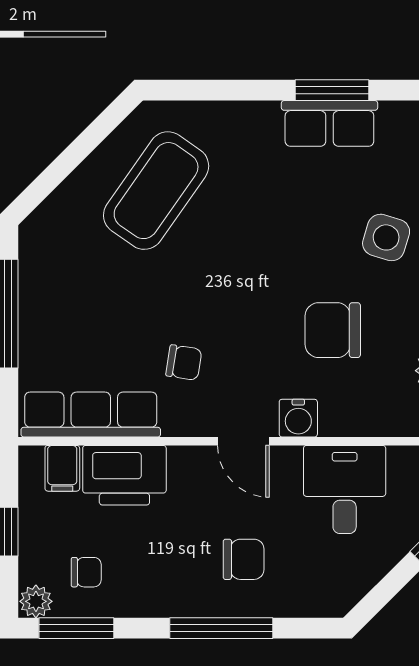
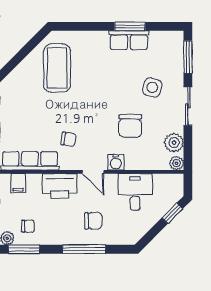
coffee table: (156, 191) -> (57, 68), turned -35
chair: (333, 330) -> (130, 126), turned -90
printer: (124, 475) -> (60, 186), moved

